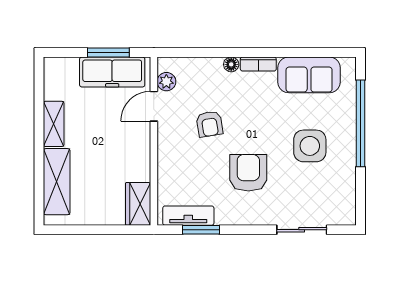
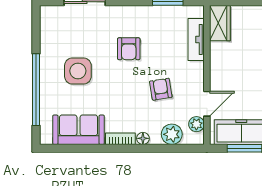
plant: (196, 69) -> (172, 134), added
armchair: (248, 173) -> (129, 49), width x0.72, depth x0.72
tv unit: (188, 216) -> (196, 39), moved, turned 90

